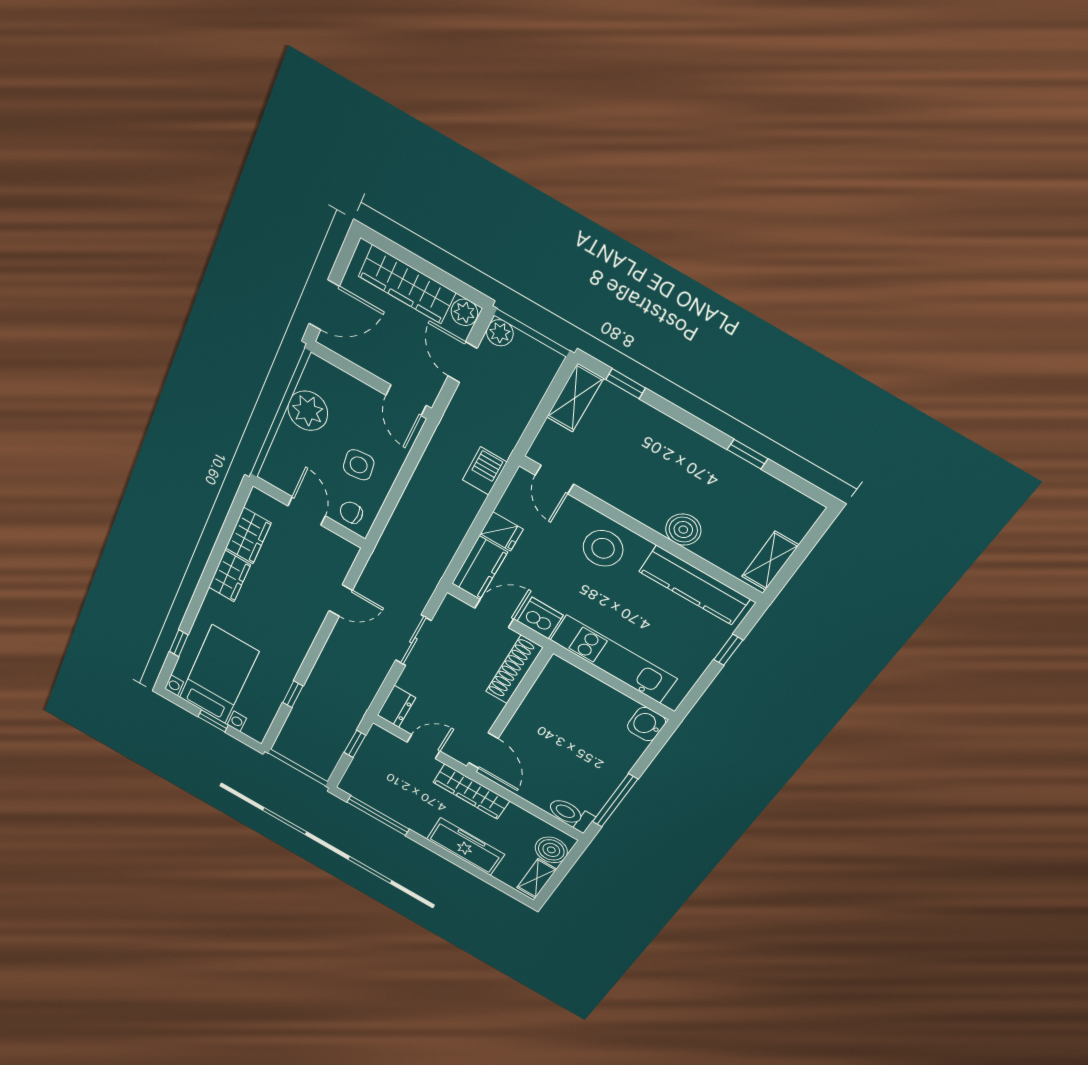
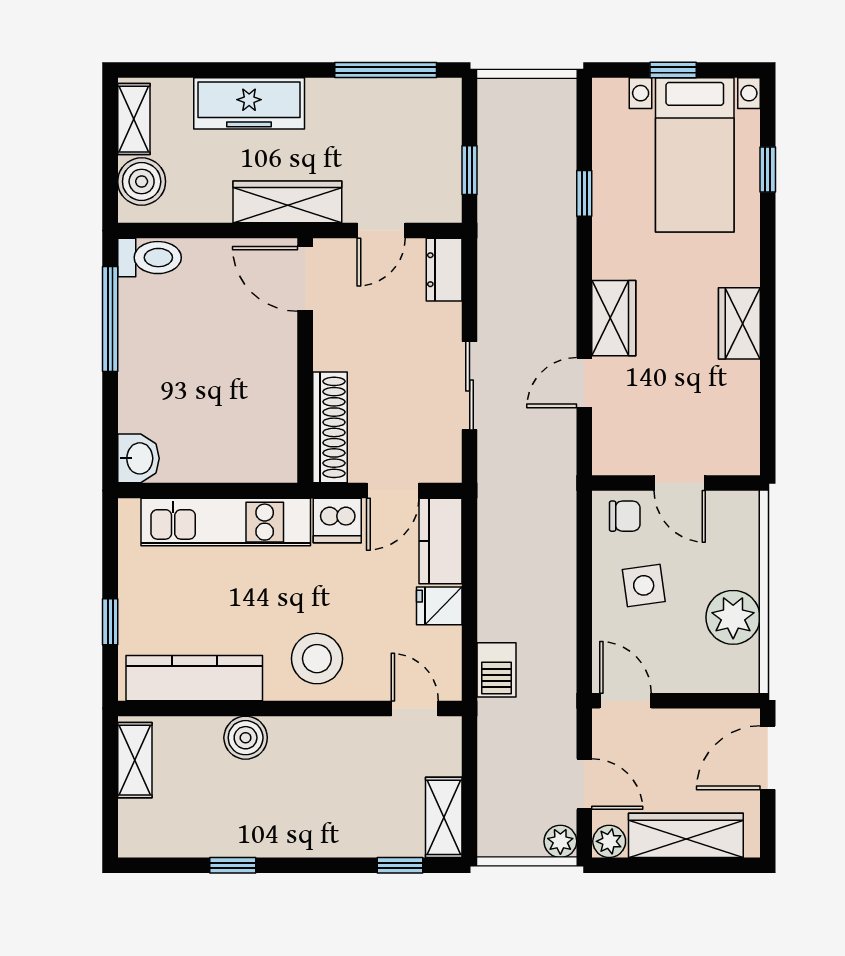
wardrobe: (248, 536) -> (614, 318), moved, turned 180

